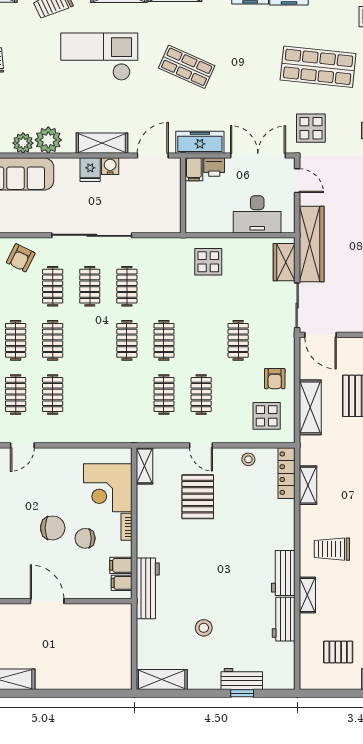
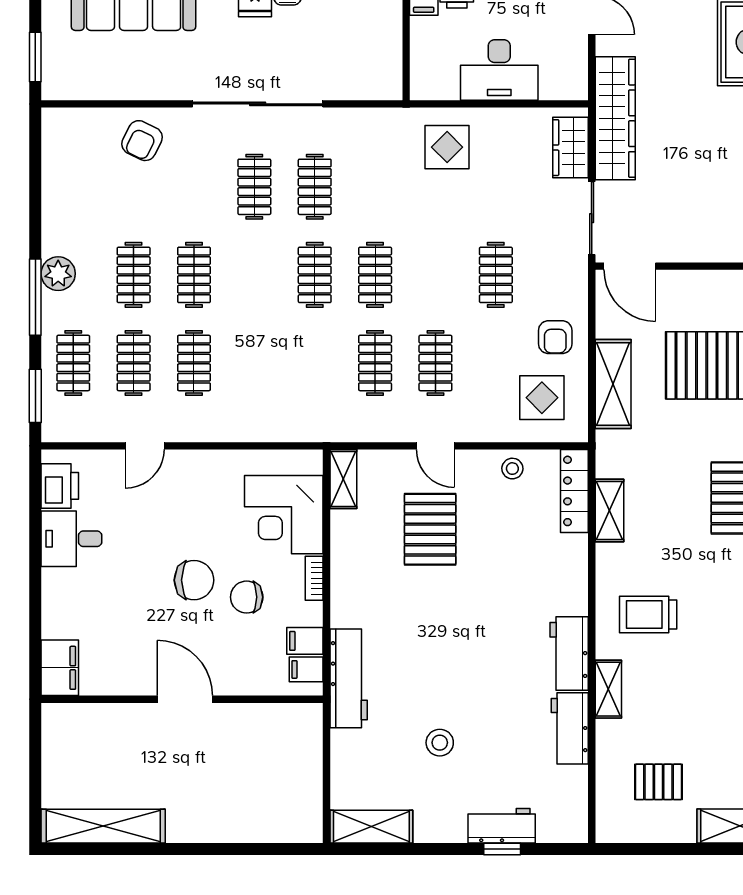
desk: (257, 214) -> (499, 70), moved
clothes rail: (53, 286) -> (194, 187), removed

